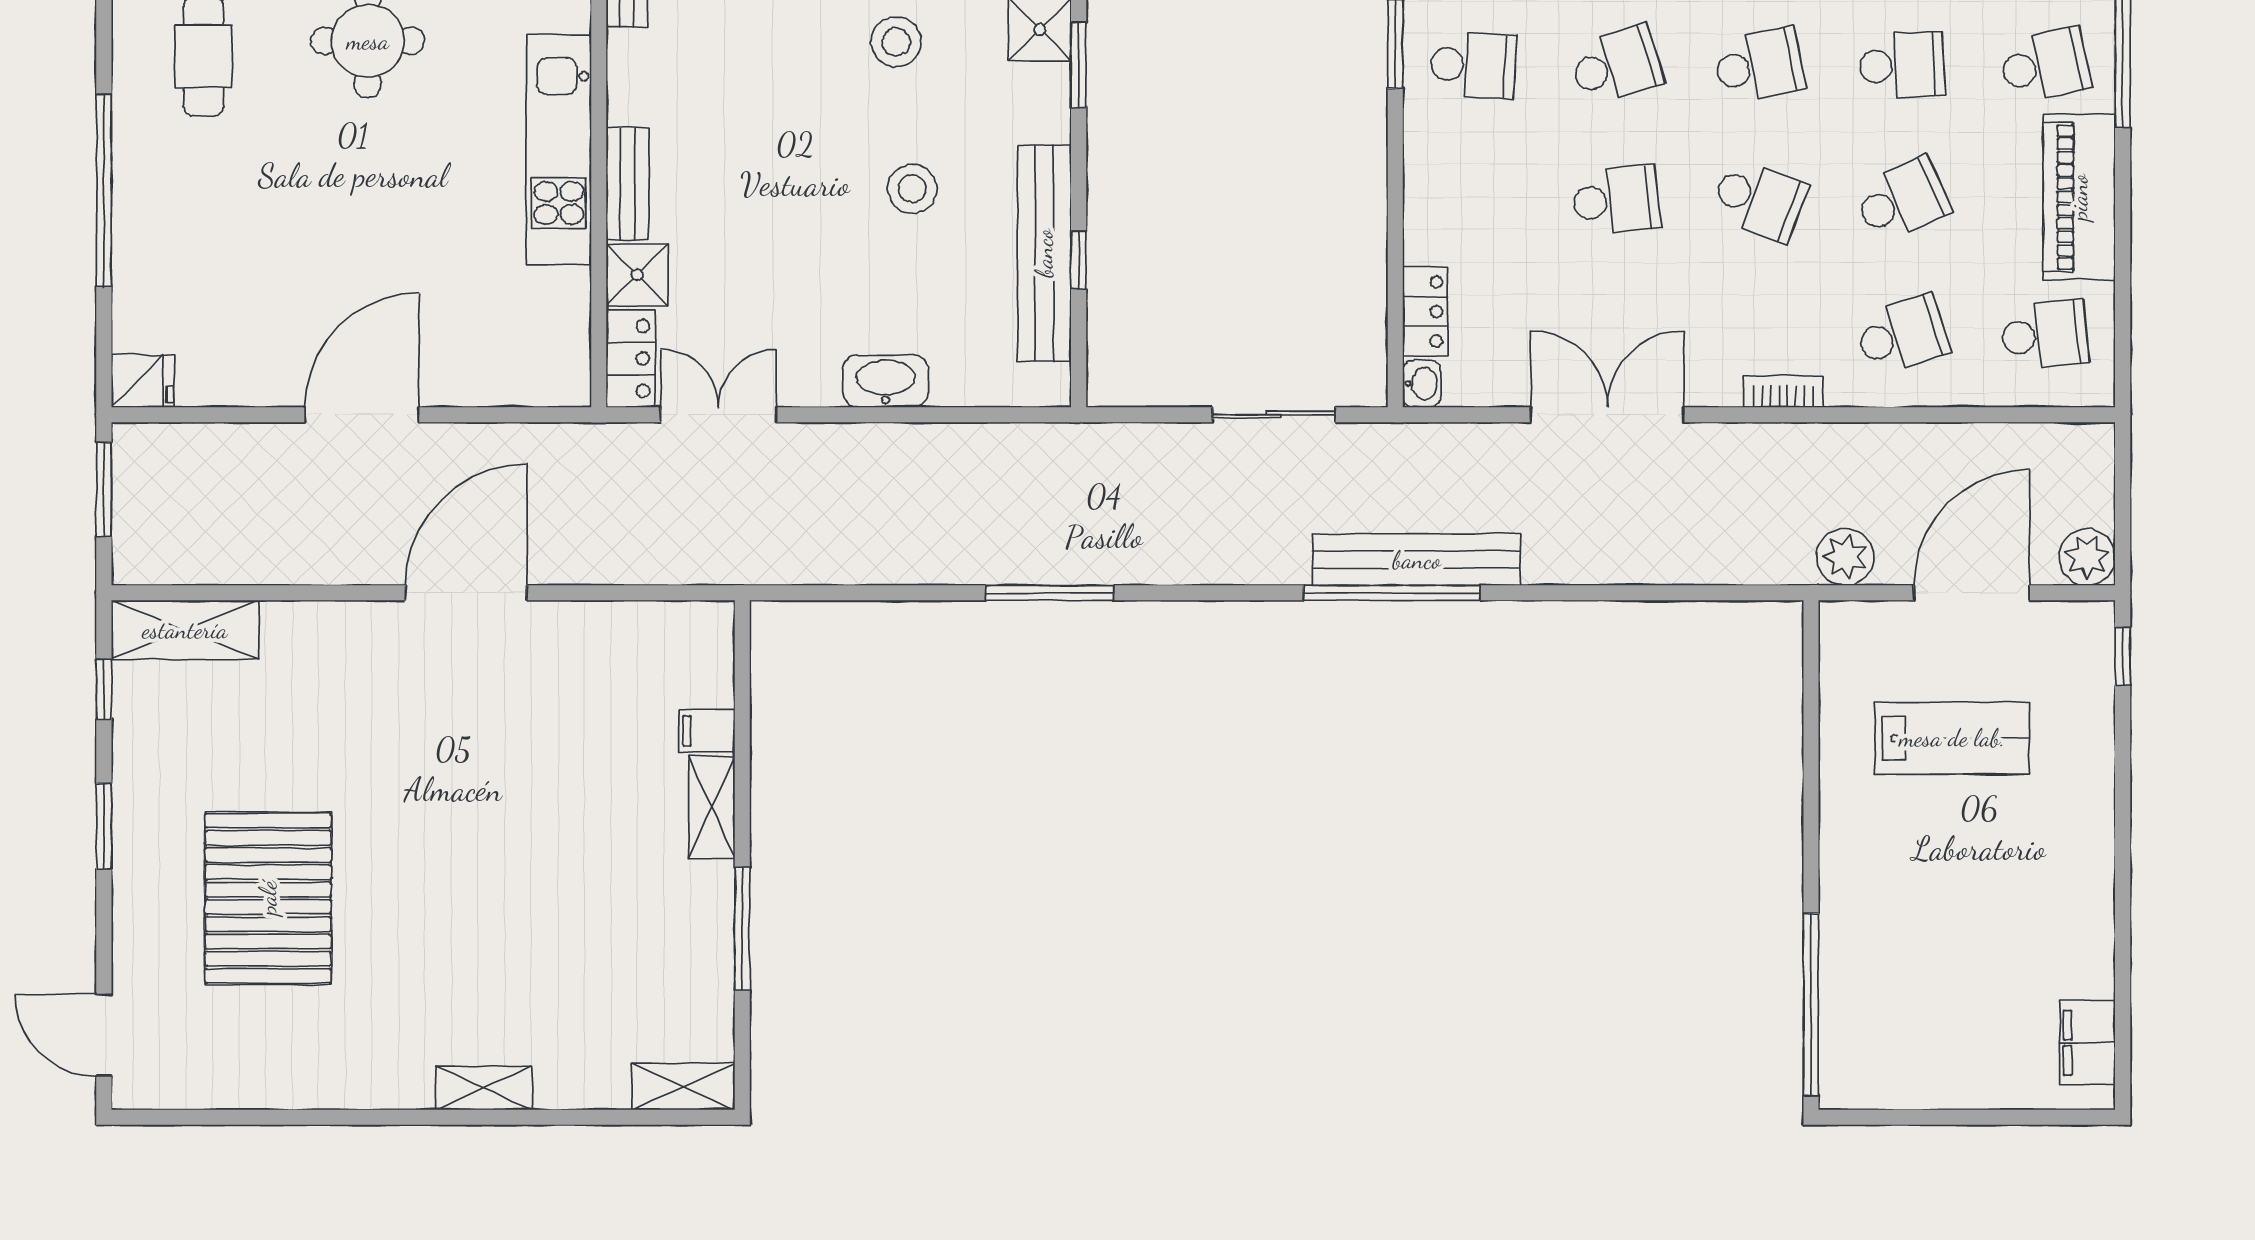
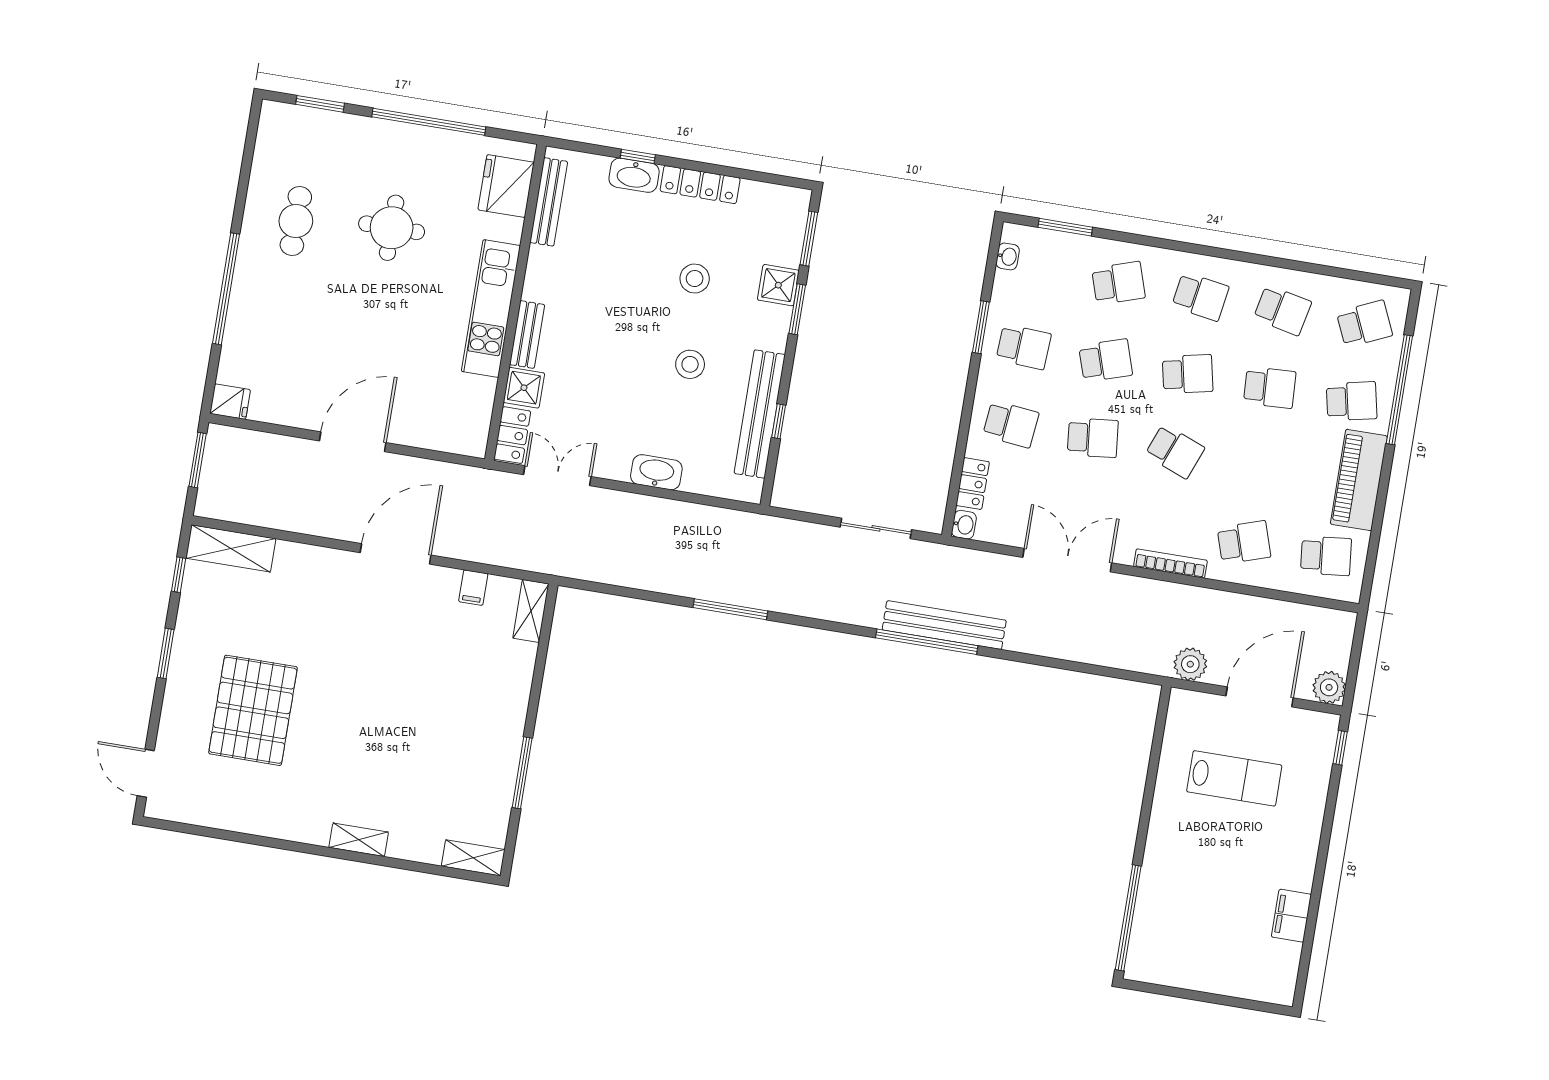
school desk: (1902, 200) -> (1011, 424), moved, turned 30
bookcase: (1783, 391) -> (1170, 563), width x1.56
filing cabinet: (707, 731) -> (473, 588), moved, turned -90
shelving: (712, 807) -> (531, 611), moved
filing cabinet: (2087, 1043) -> (1291, 916), moved

